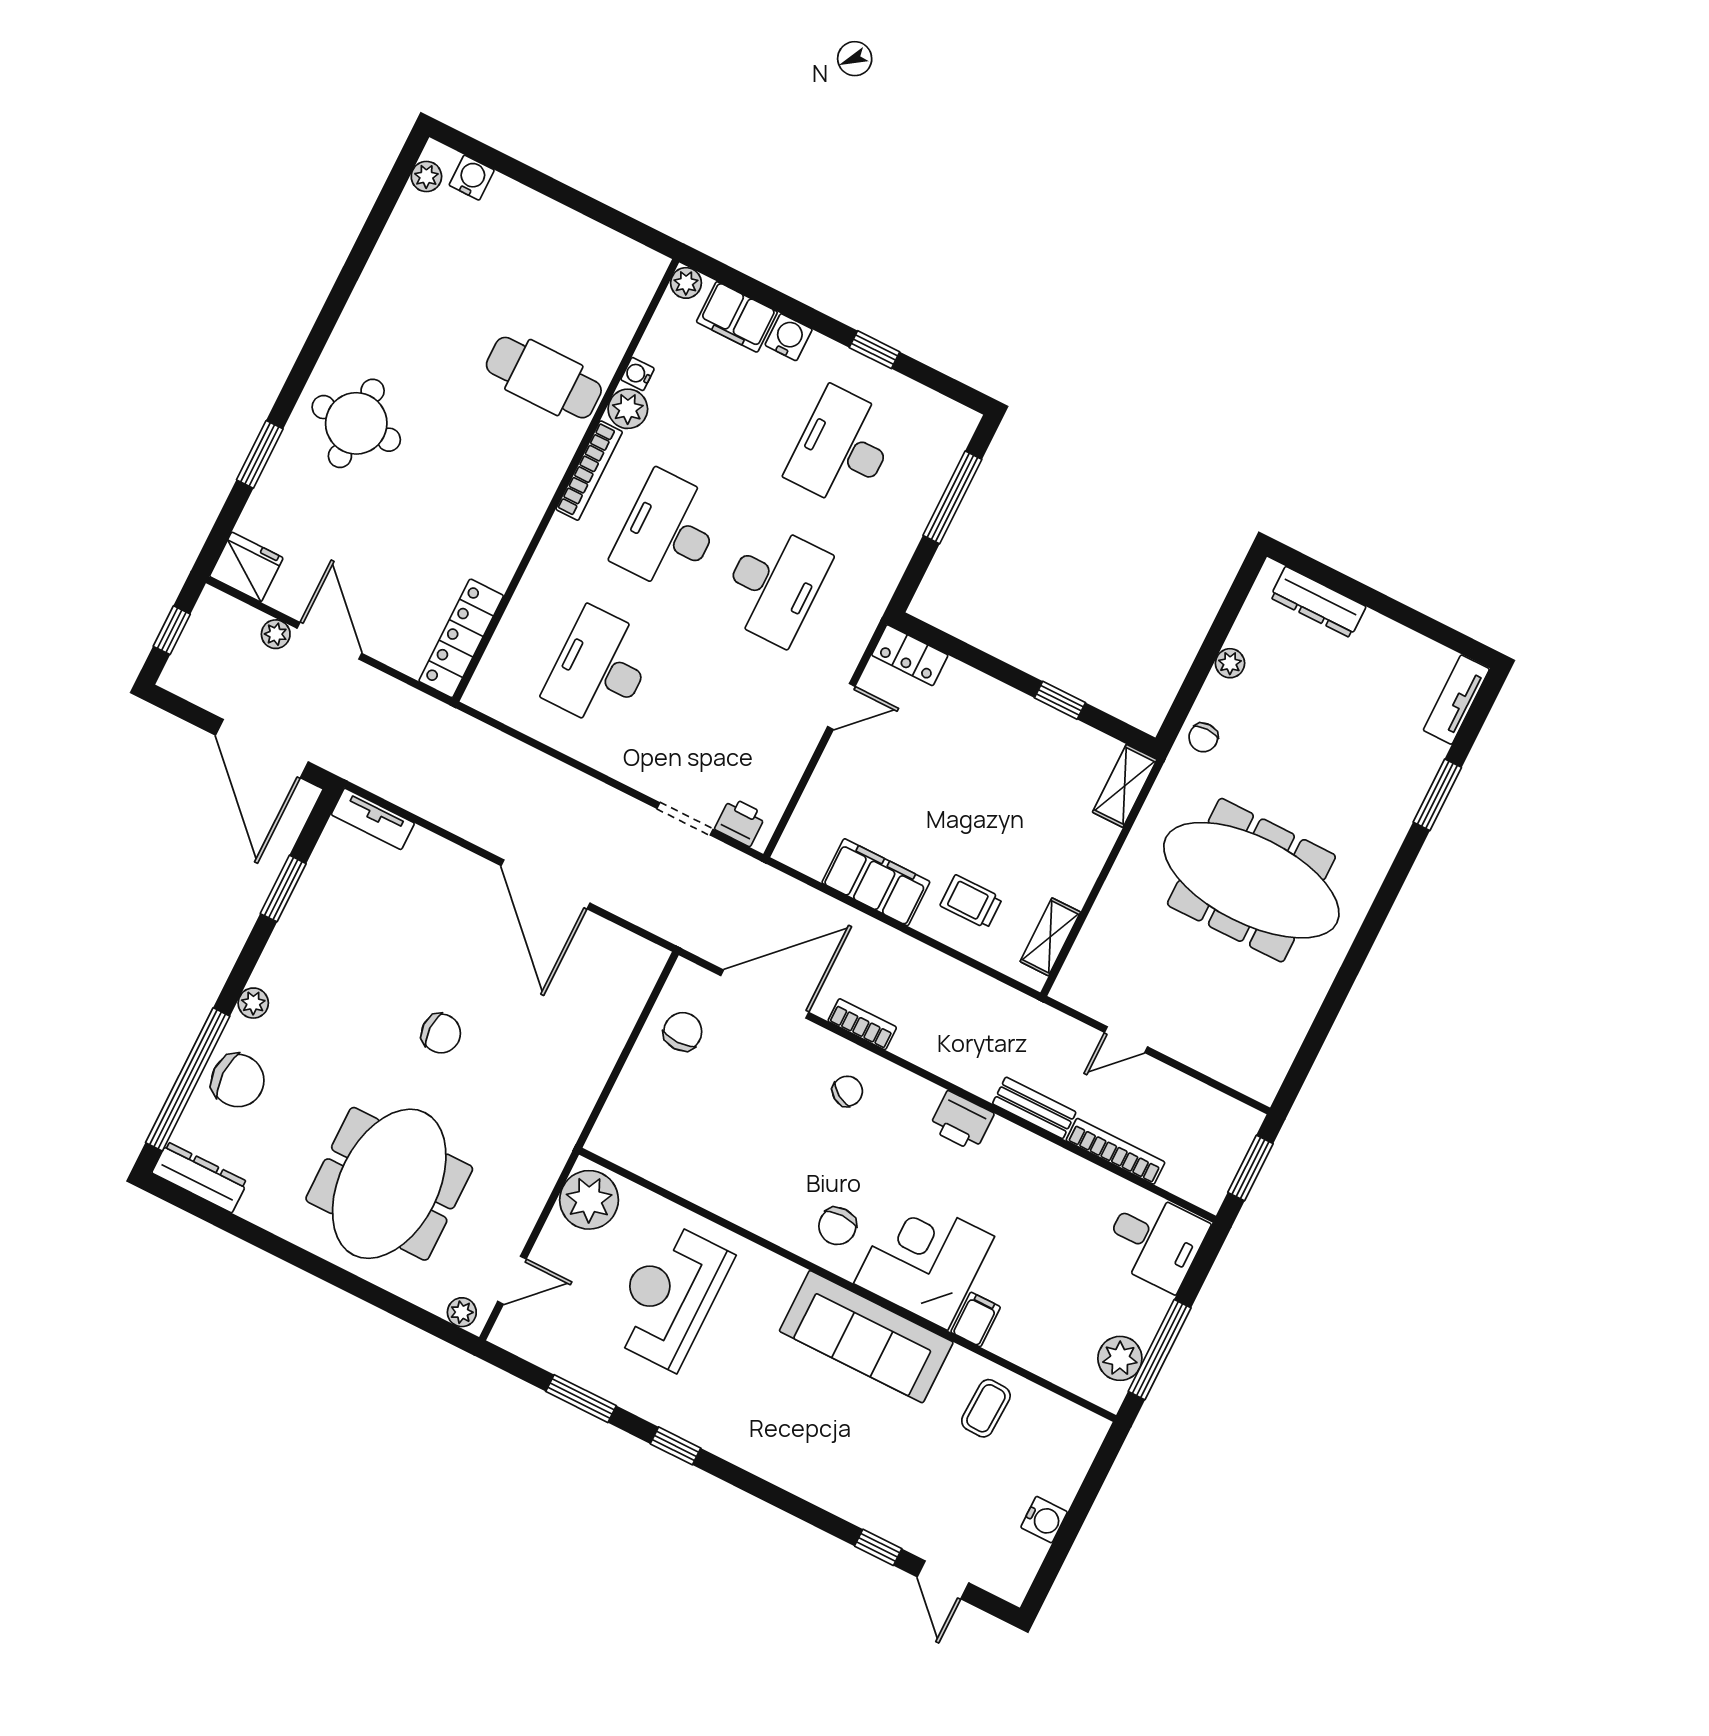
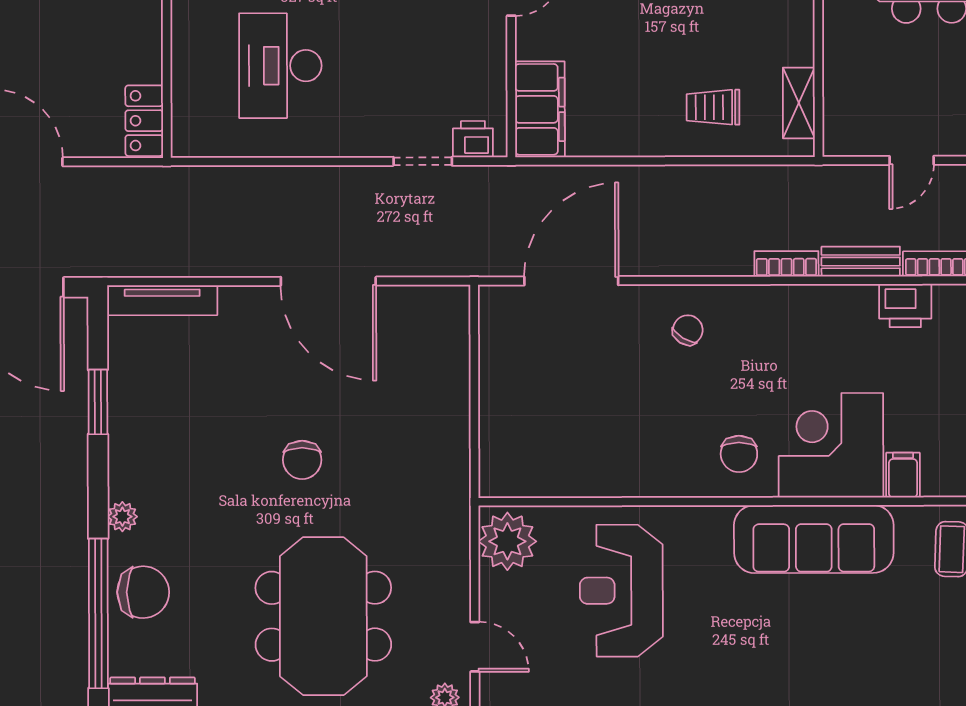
locker: (461, 638) -> (144, 121), width x0.66
tv unit: (373, 819) -> (162, 300), width x1.41
filing cabinet: (876, 882) -> (540, 109), moved, turned 90
bookcase: (862, 1024) -> (786, 264), moved
chair: (683, 1032) -> (516, 351), removed
chair: (441, 1033) -> (302, 460), turned 90
printer: (961, 1121) -> (905, 306), moved
door: (512, 1280) -> (475, 647), hinge flipped

